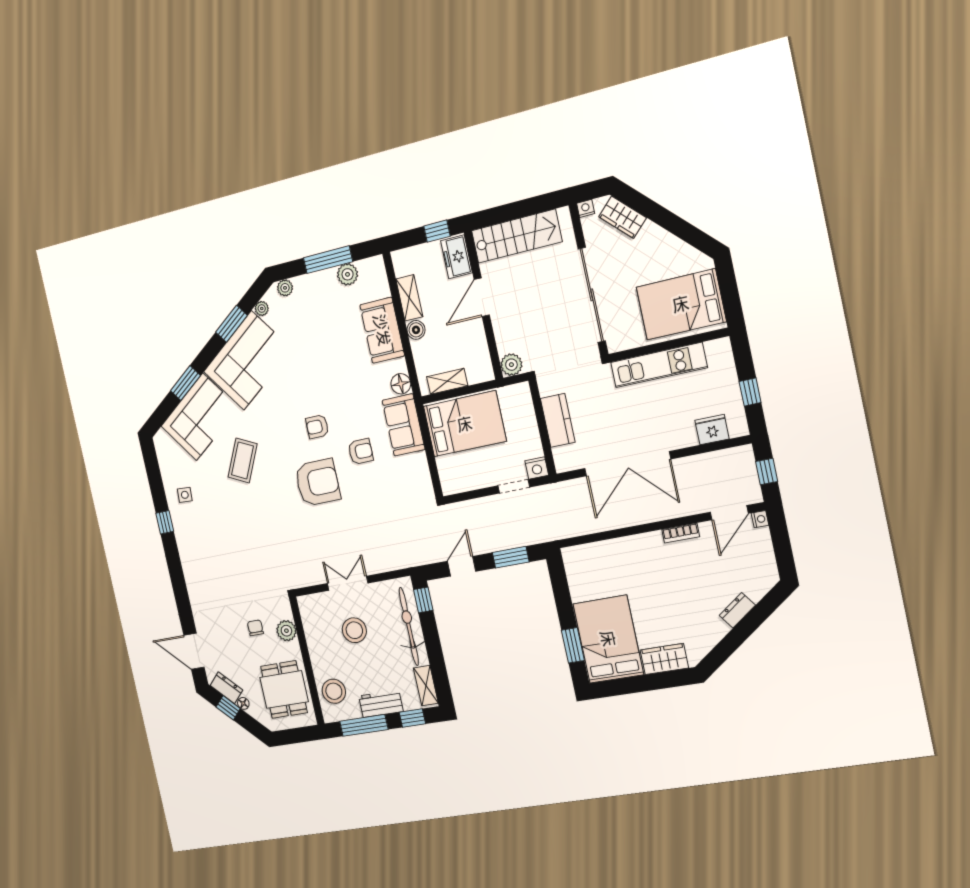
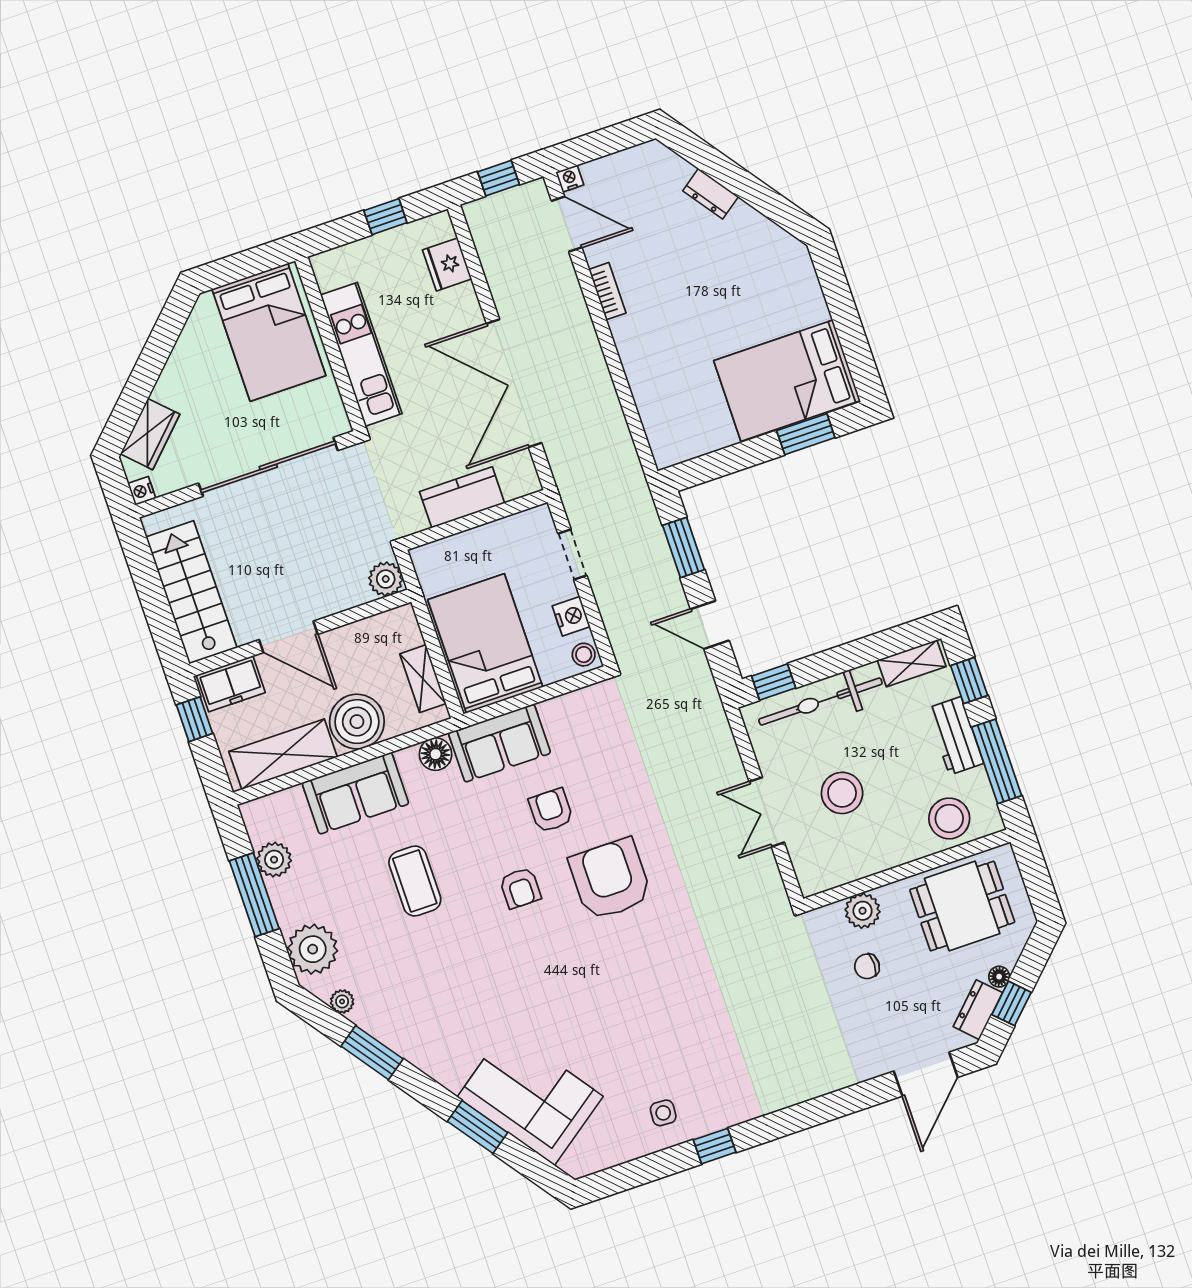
plant: (285, 288) -> (313, 949), width x1.88, depth x1.88
shelving: (409, 298) -> (283, 754), width x1.50, depth x1.33
boiler: (416, 330) -> (357, 722), width x1.86, depth x1.86
corner sofa: (248, 360) -> (428, 1019), removed
coffee table: (243, 460) -> (415, 881), moved, turned 64
double door: (627, 464) -> (514, 383), swing flipped
nightstand: (537, 468) -> (571, 616), moved
stool: (452, 485) -> (584, 655), added
wardrobe: (664, 659) -> (803, 292), removed

